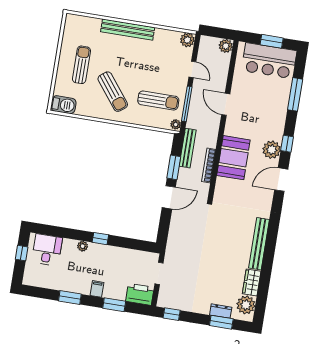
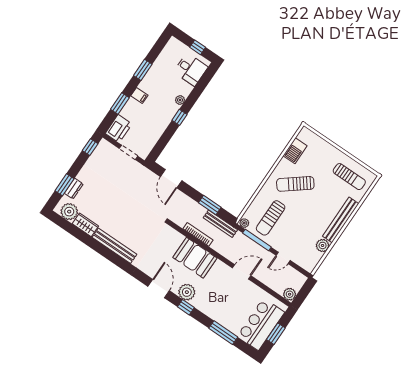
plant: (187, 40) -> (323, 245), moved
sun lounger: (81, 65) -> (349, 177), moved
barbecue: (63, 105) -> (295, 151), moved
door: (169, 197) -> (171, 179), moved

